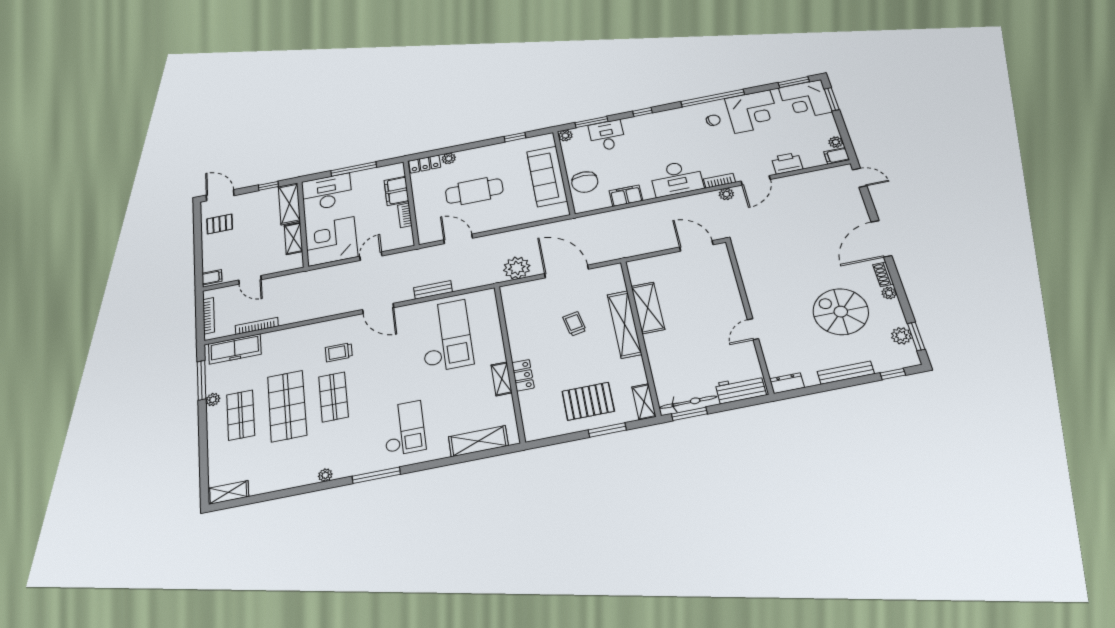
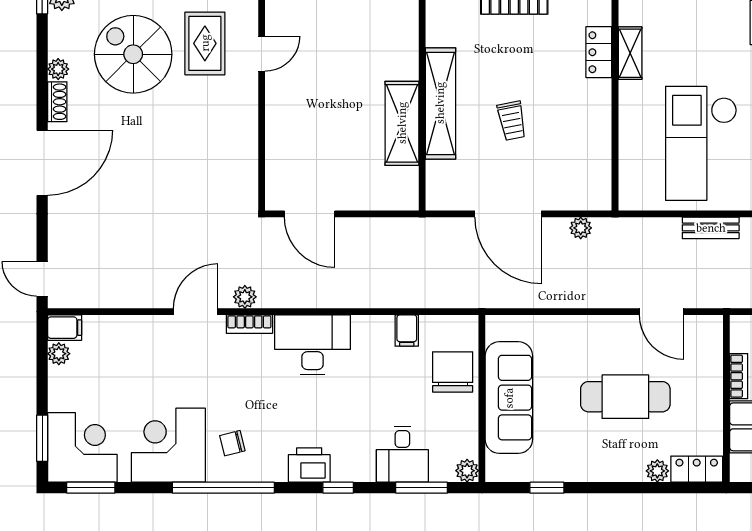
printer: (787, 163) -> (309, 465), moved, turned 180
filing cabinet: (626, 196) -> (407, 331), width x0.50
plant: (517, 268) -> (581, 228), width x0.53, depth x0.53
spiral stairs: (841, 312) -> (133, 54), turned 180
rug: (794, 328) -> (205, 43), added

